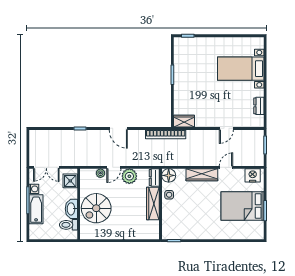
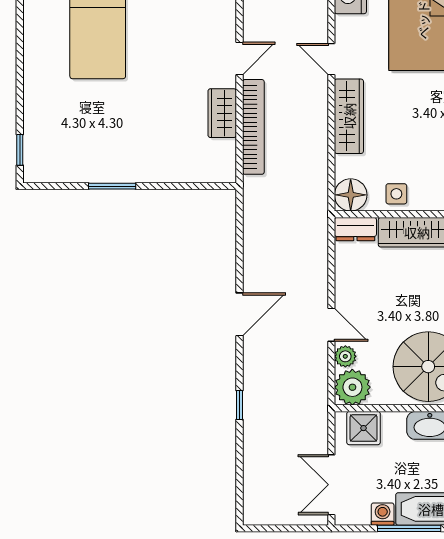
wardrobe: (184, 121) -> (222, 113), moved
door: (226, 128) -> (239, 58), hinge flipped
bookcase: (166, 134) -> (253, 127), moved
double door: (46, 167) -> (331, 485), swing flipped
plant: (129, 176) -> (352, 387), moved

